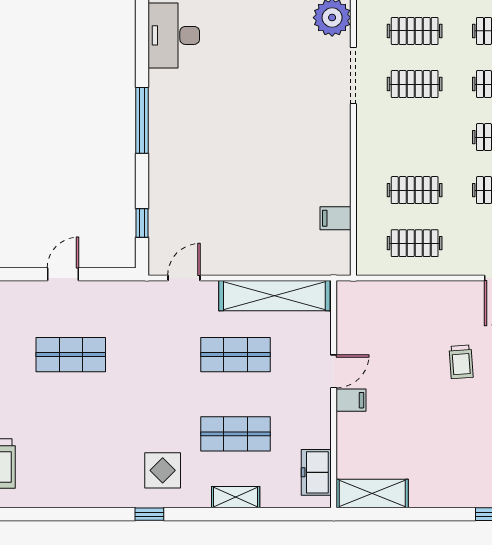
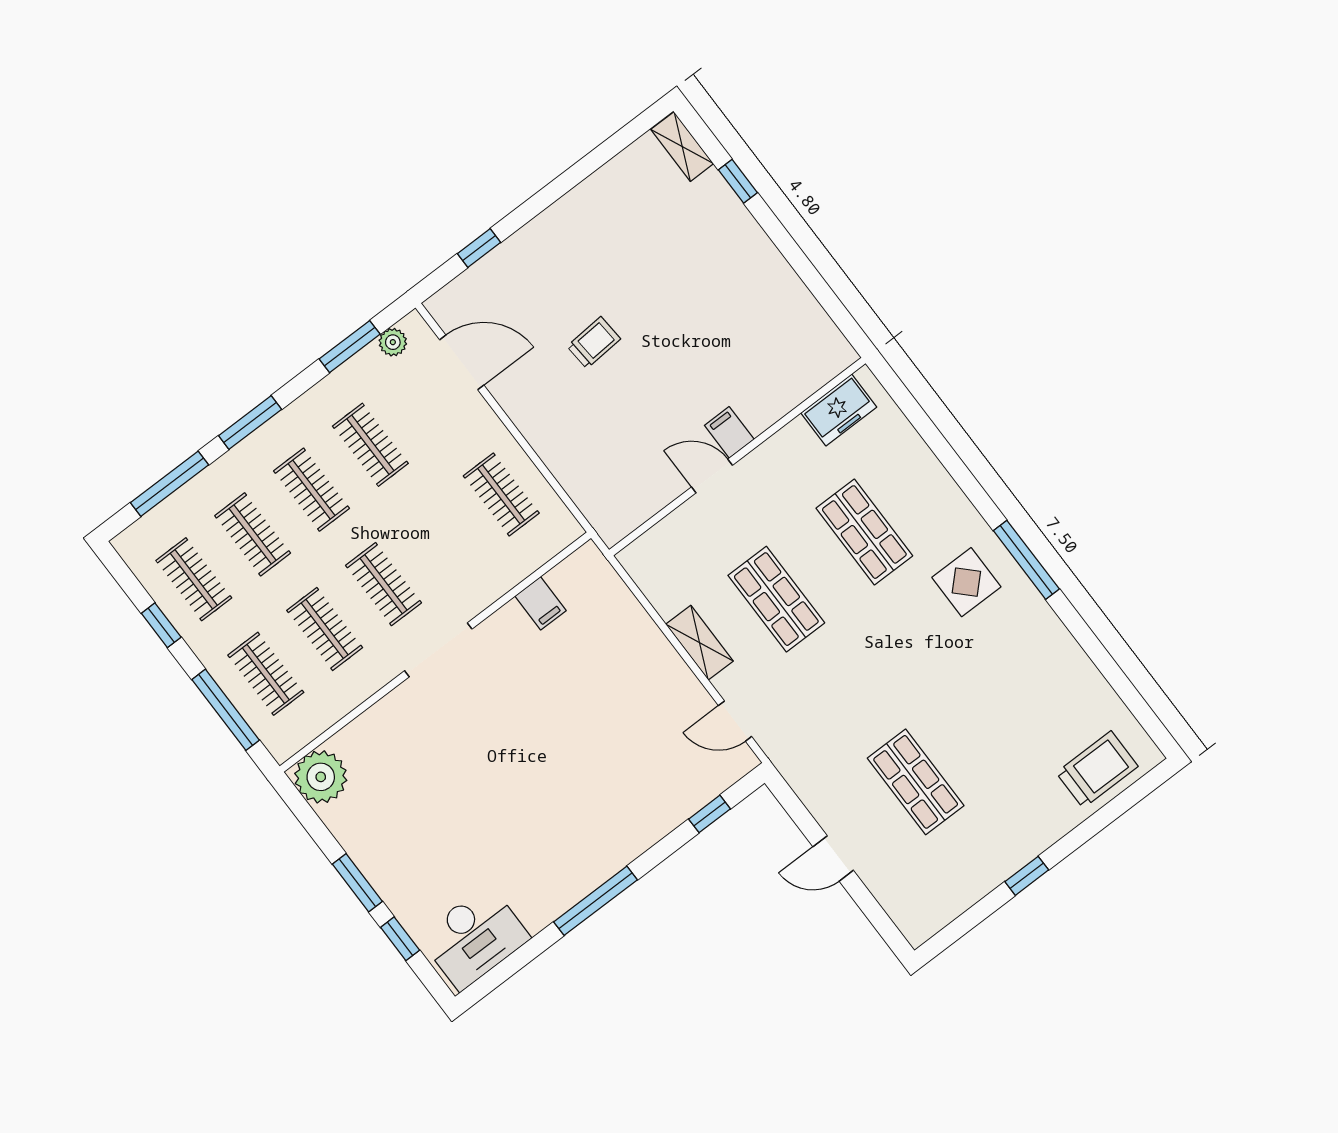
doorway: (353, 75) -> (438, 650), moved
clothes rail: (415, 190) -> (384, 584), moved
shelving: (274, 296) -> (699, 643), width x0.45, depth x0.75
shelving: (372, 494) -> (815, 330), removed
shelving: (236, 497) -> (935, 479), removed
window: (149, 514) -> (1026, 560), width x2.17

